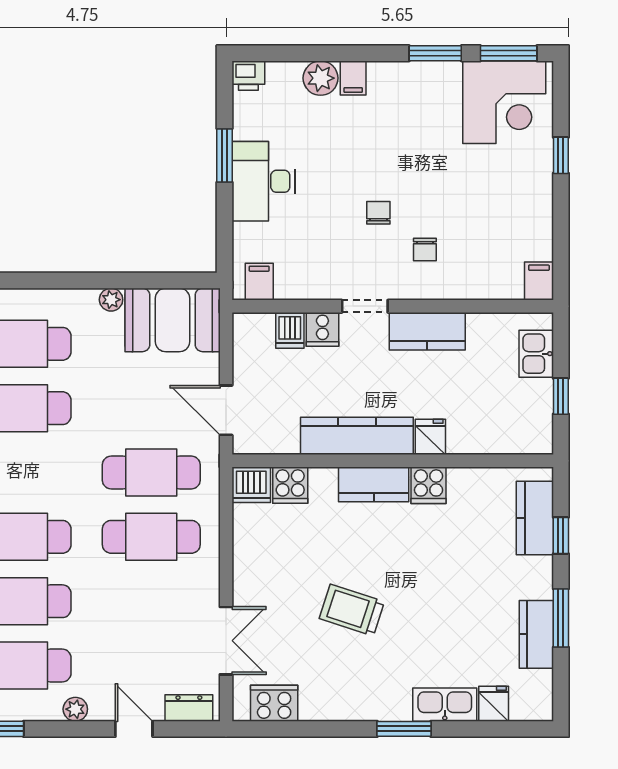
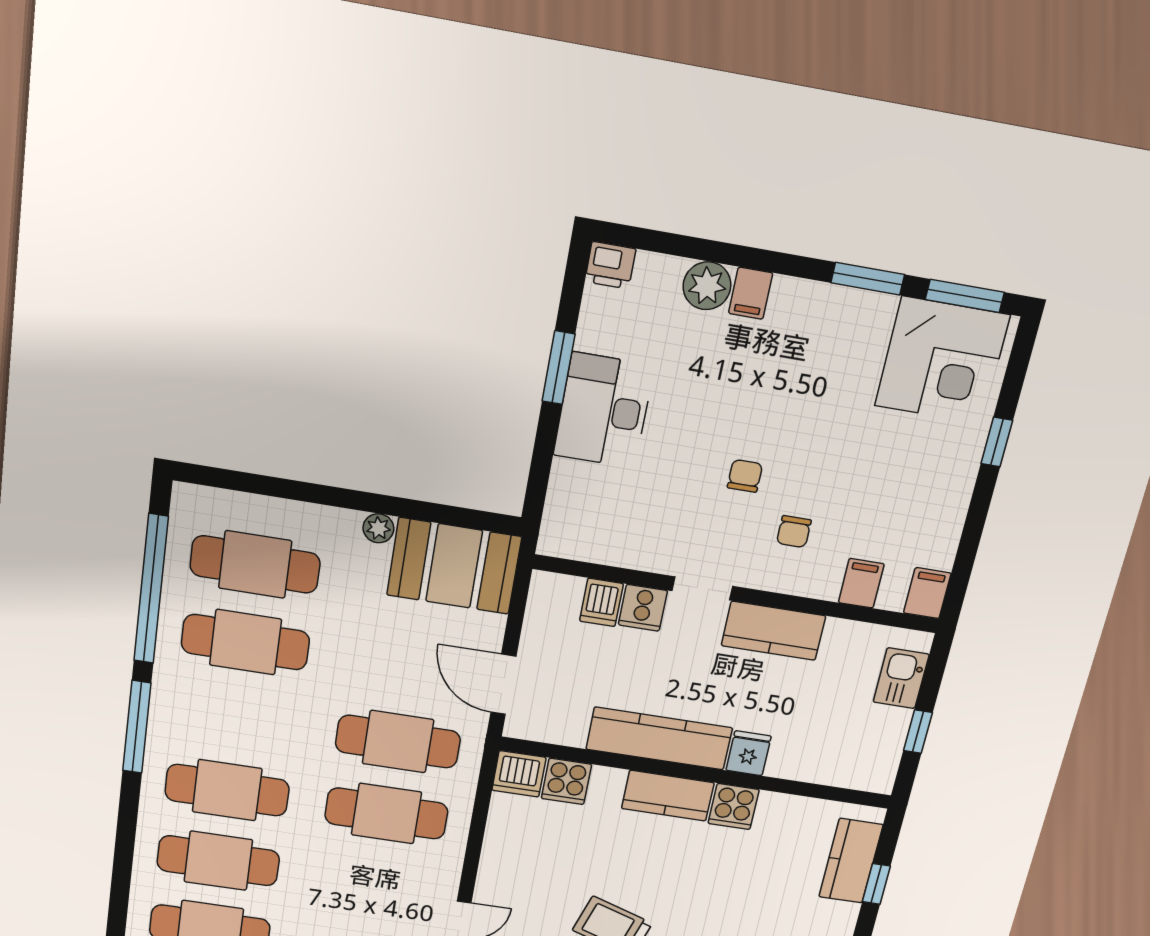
filing cabinet: (259, 282) -> (861, 583), moved

